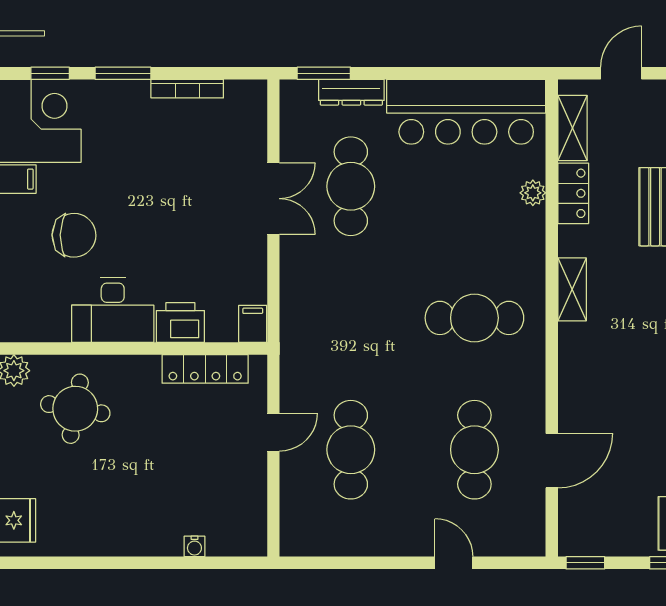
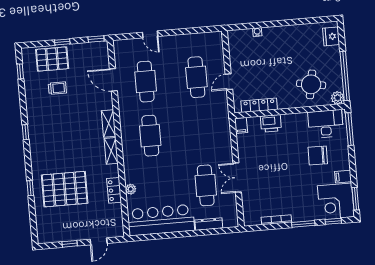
window: (324, 73) -> (221, 231), removed
shelving: (573, 128) -> (109, 124), moved
desk: (113, 310) -> (326, 124), moved
cafe table: (474, 318) -> (150, 136), turned 90
door: (552, 461) -> (113, 80), hinge flipped

